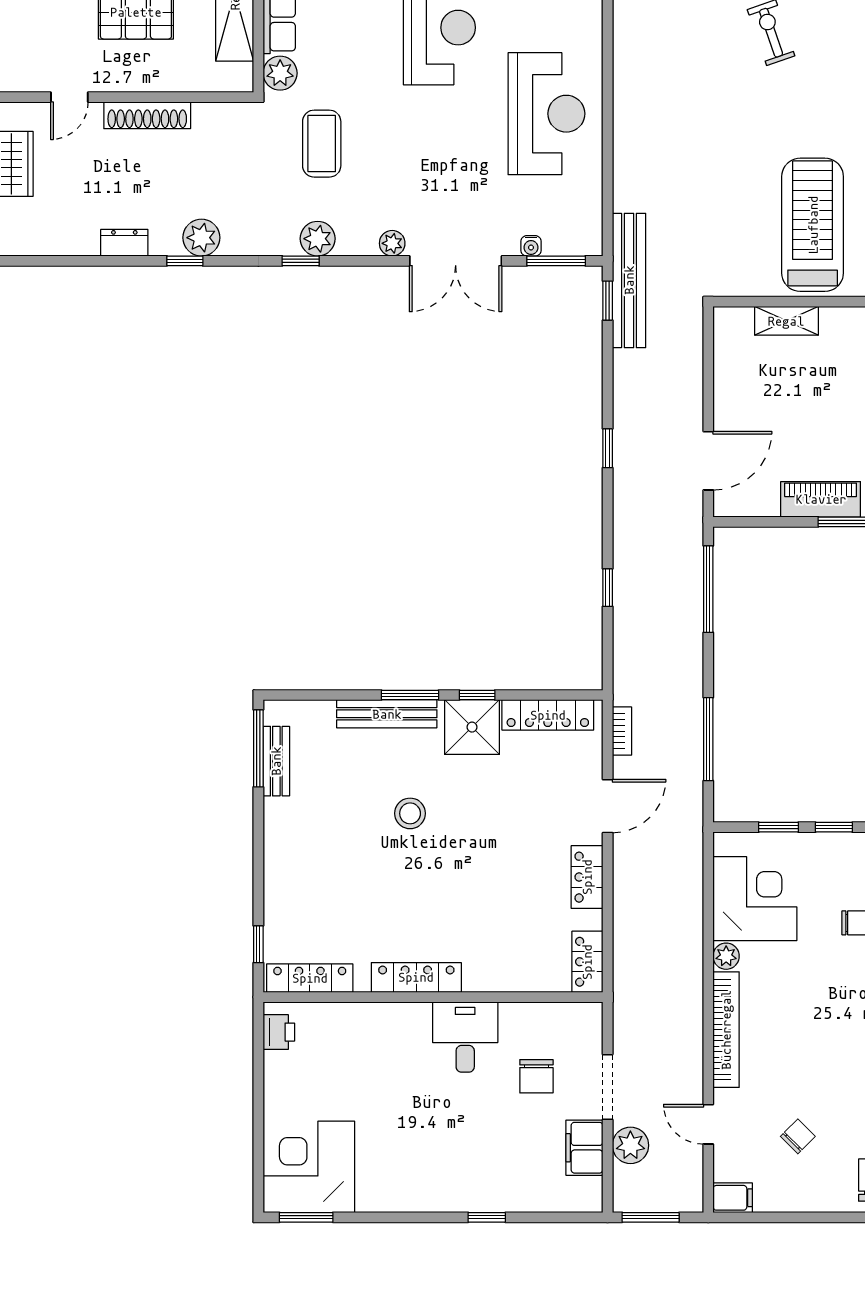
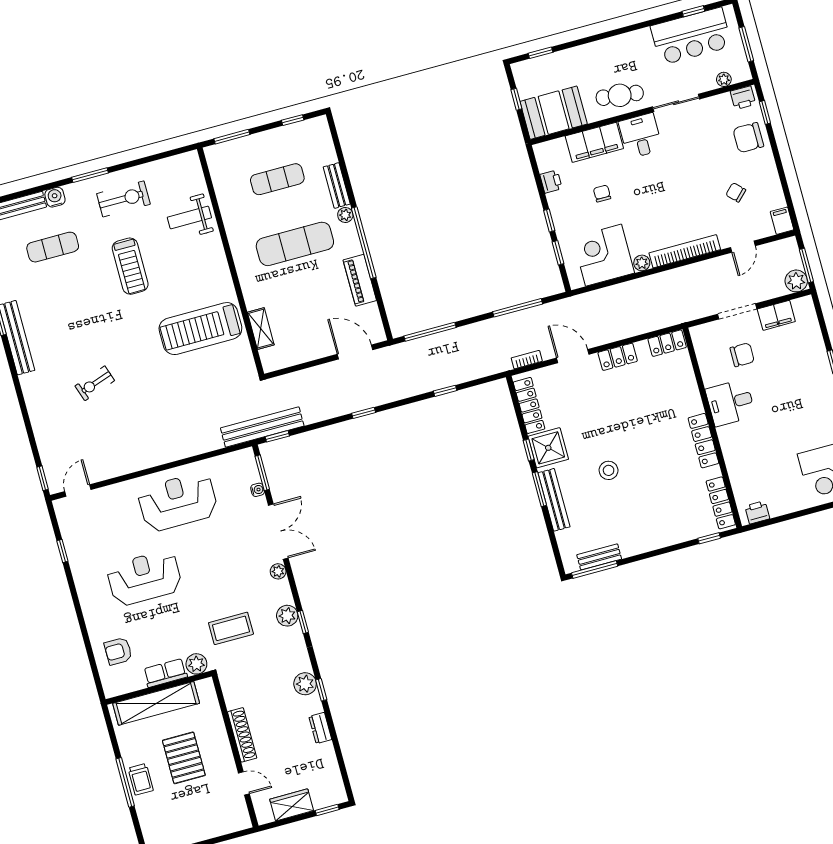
plant: (630, 1145) -> (796, 281), moved

